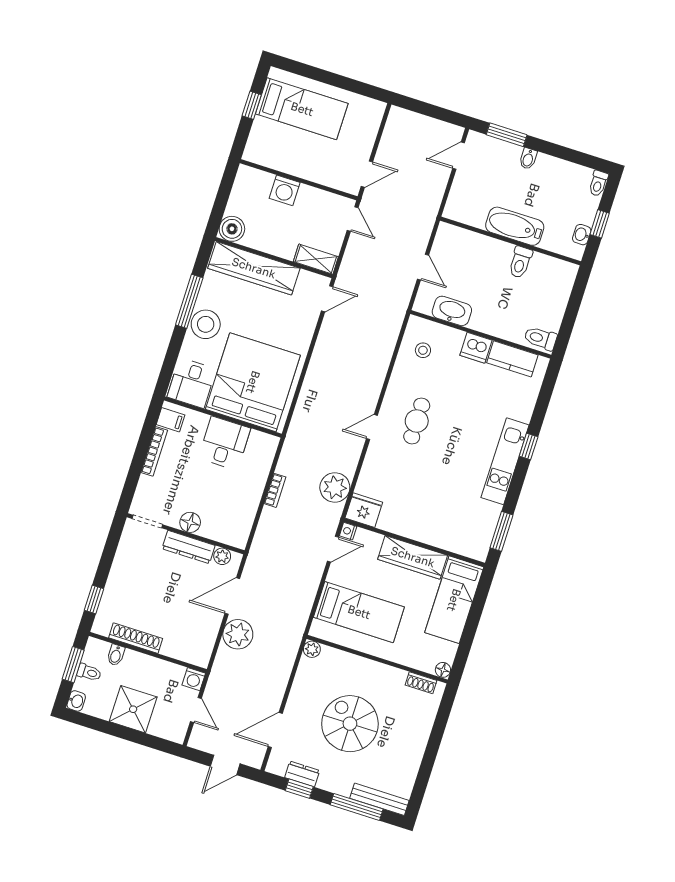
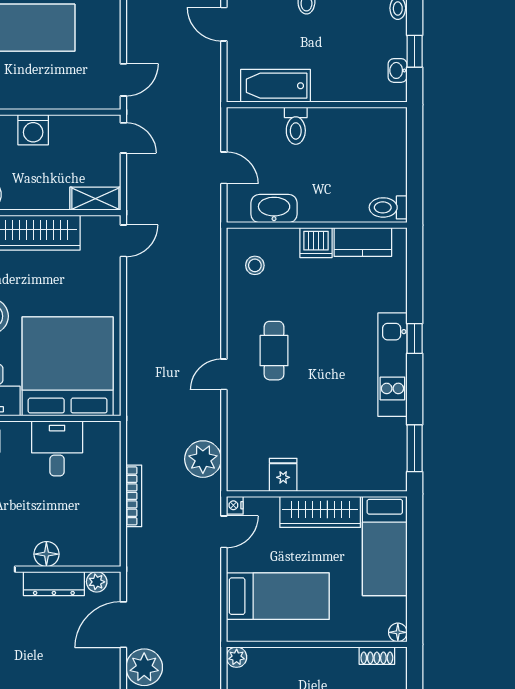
door: (459, 156) -> (224, 24), hinge flipped
bathtub: (515, 226) -> (275, 86), moved
toilet: (520, 262) -> (296, 126), moved
bookcase: (275, 490) -> (134, 496), width x1.56
fridge: (364, 510) -> (283, 475), moved, width x0.72

